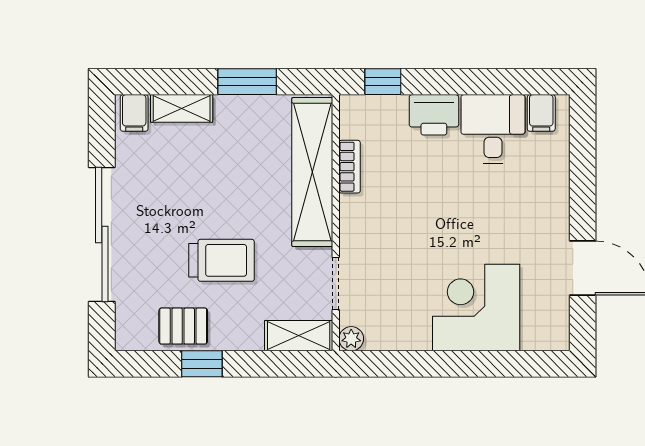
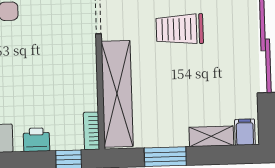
printer: (434, 115) -> (36, 140), width x0.73, depth x0.81
bookcase: (350, 167) -> (92, 131), moved

